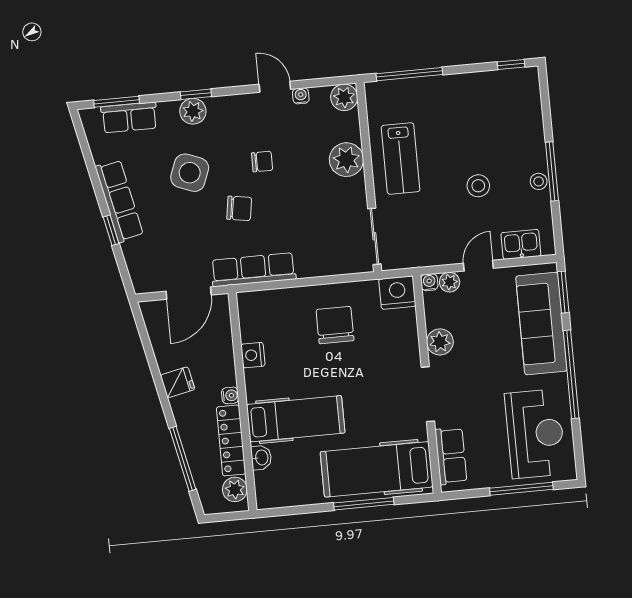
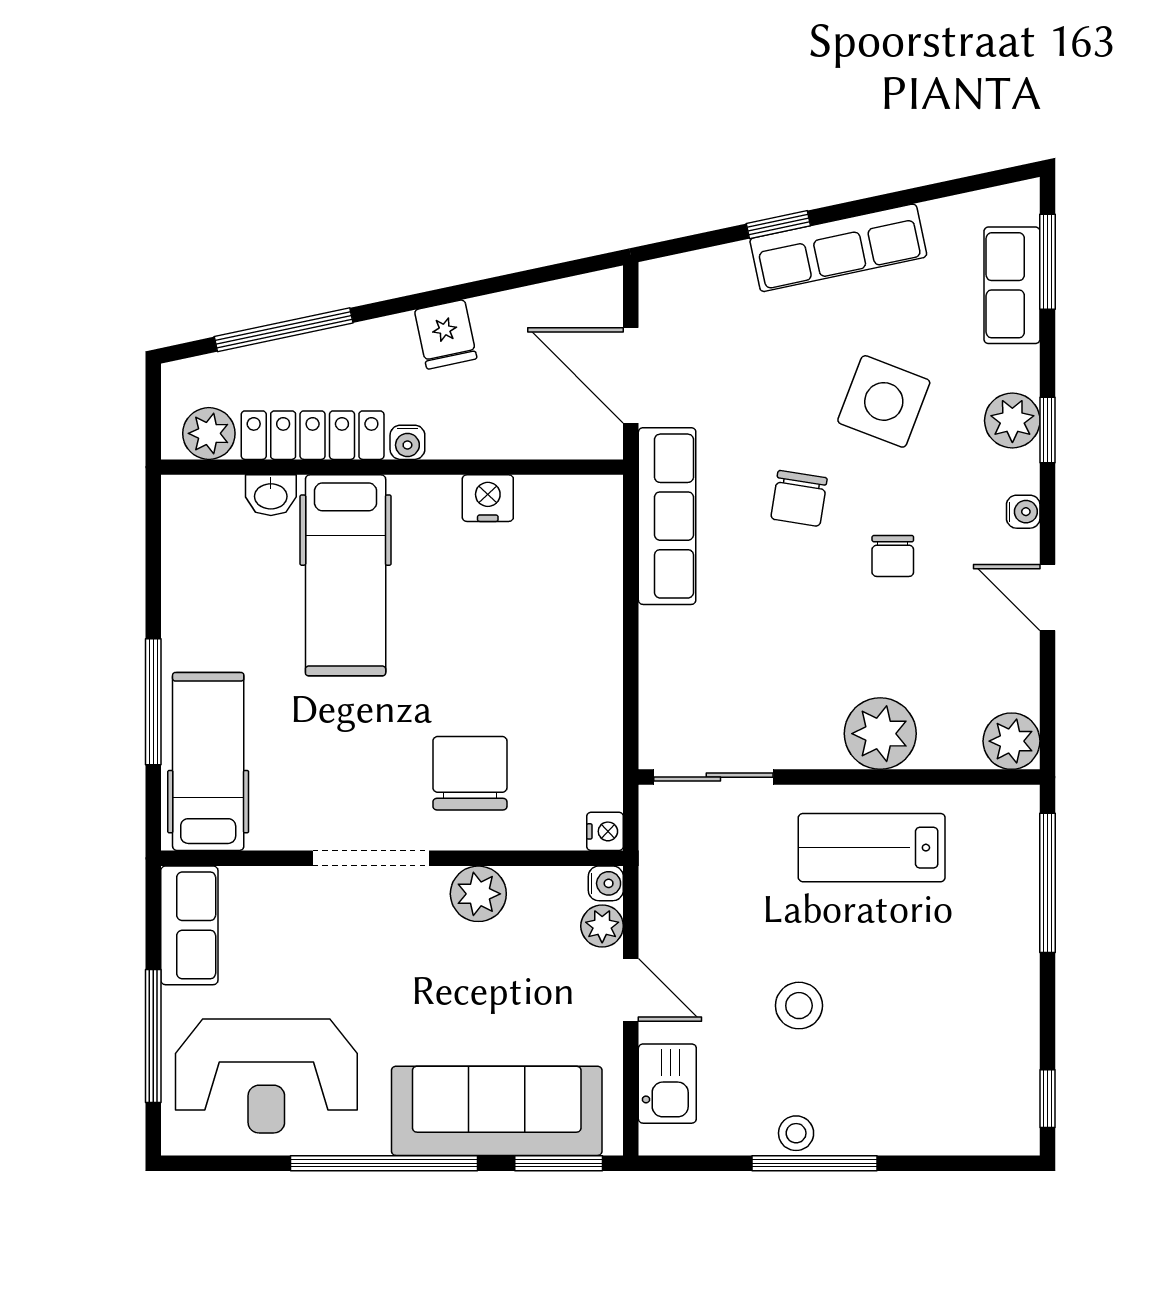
door: (275, 87) -> (1047, 597), swing flipped
water cooler: (301, 96) -> (1023, 512), moved
nightstand: (397, 293) -> (605, 831), width x0.53, depth x0.56
chair: (335, 325) -> (470, 773), moved, turned -90
row of seats: (451, 456) -> (189, 925), moved, turned -90
hospital bed: (377, 469) -> (208, 761), width x0.73, depth x0.78

